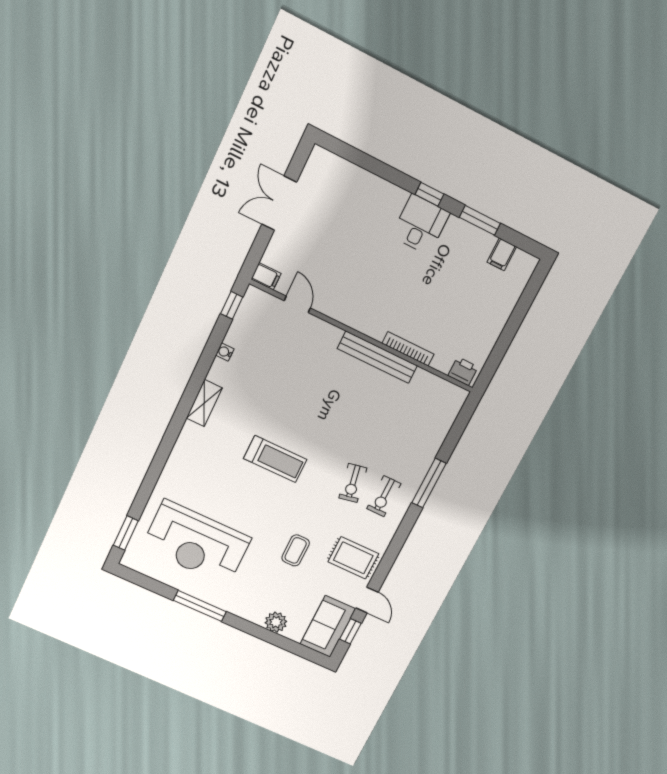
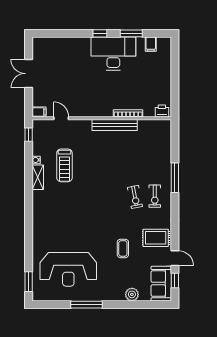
desk: (420, 225) -> (113, 54), width x1.87, depth x1.30
shelving: (204, 403) -> (38, 177), moved
treadmill: (275, 459) -> (64, 165), moved, turned 90

